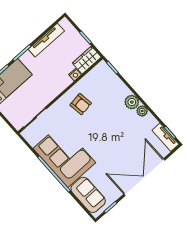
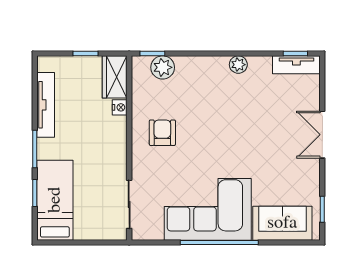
plant: (132, 102) -> (163, 67), moved
armchair: (81, 104) -> (162, 133), turned -82
double door: (144, 177) -> (322, 135), width x0.54

